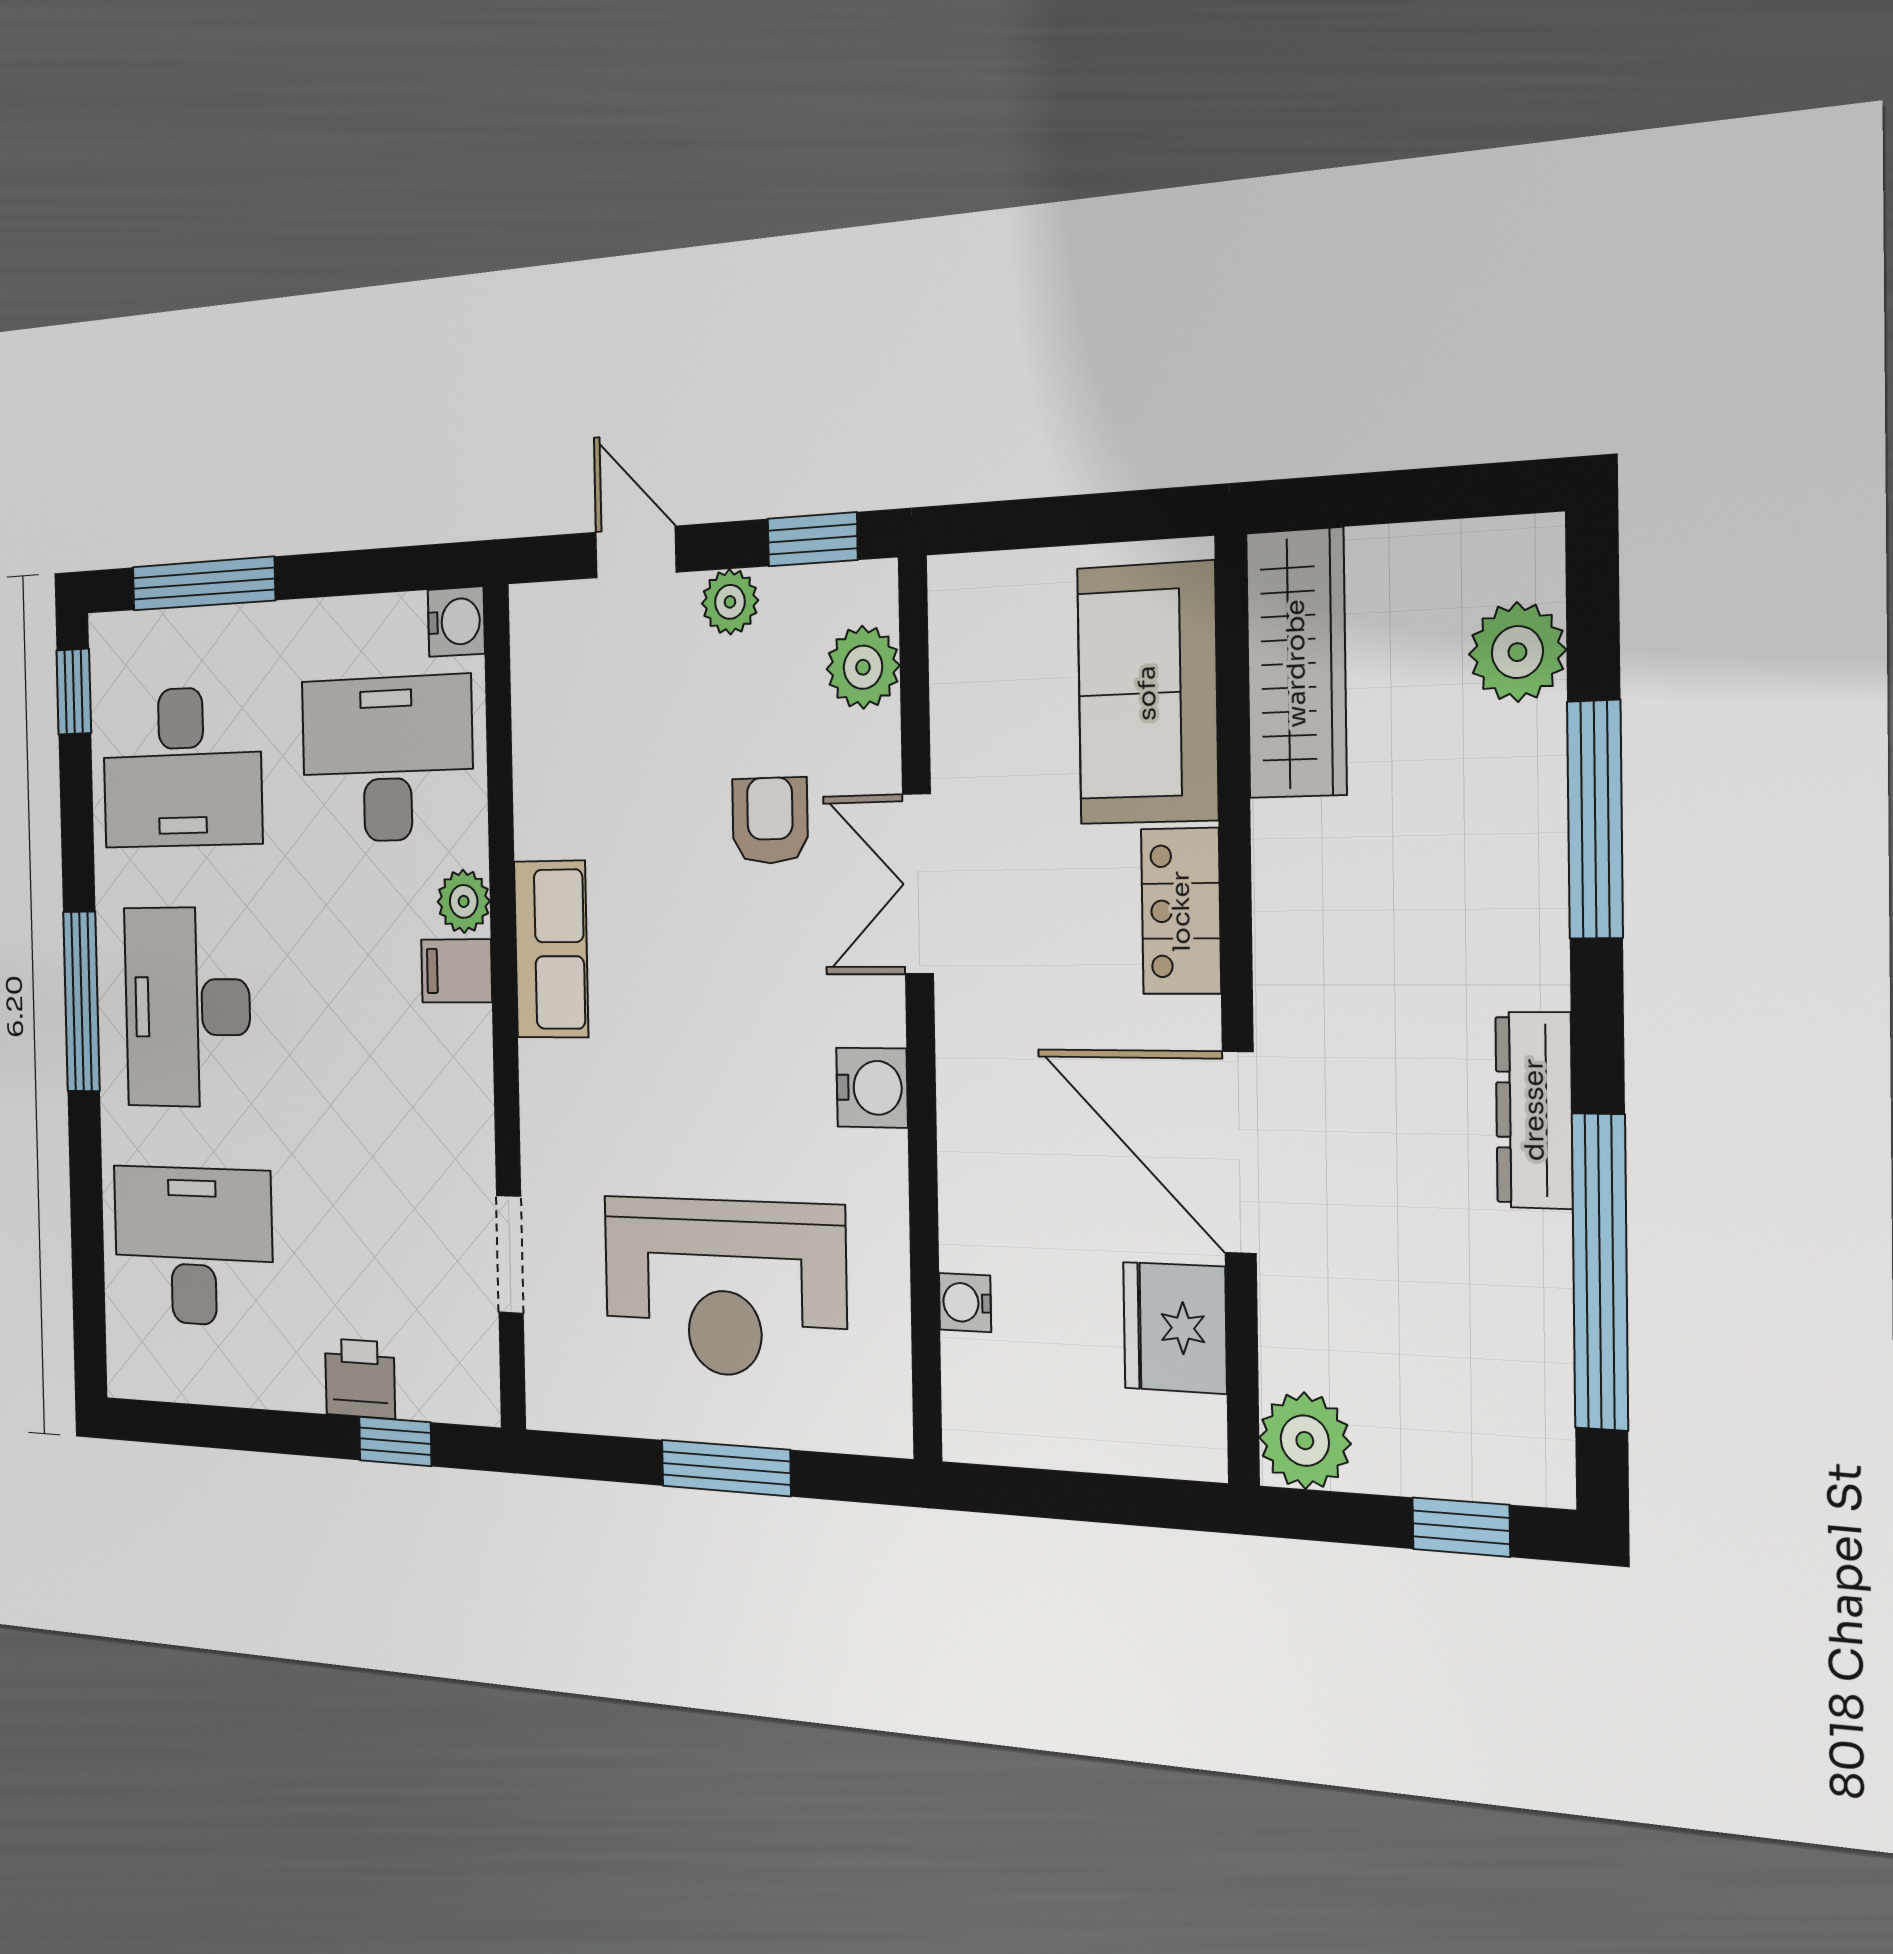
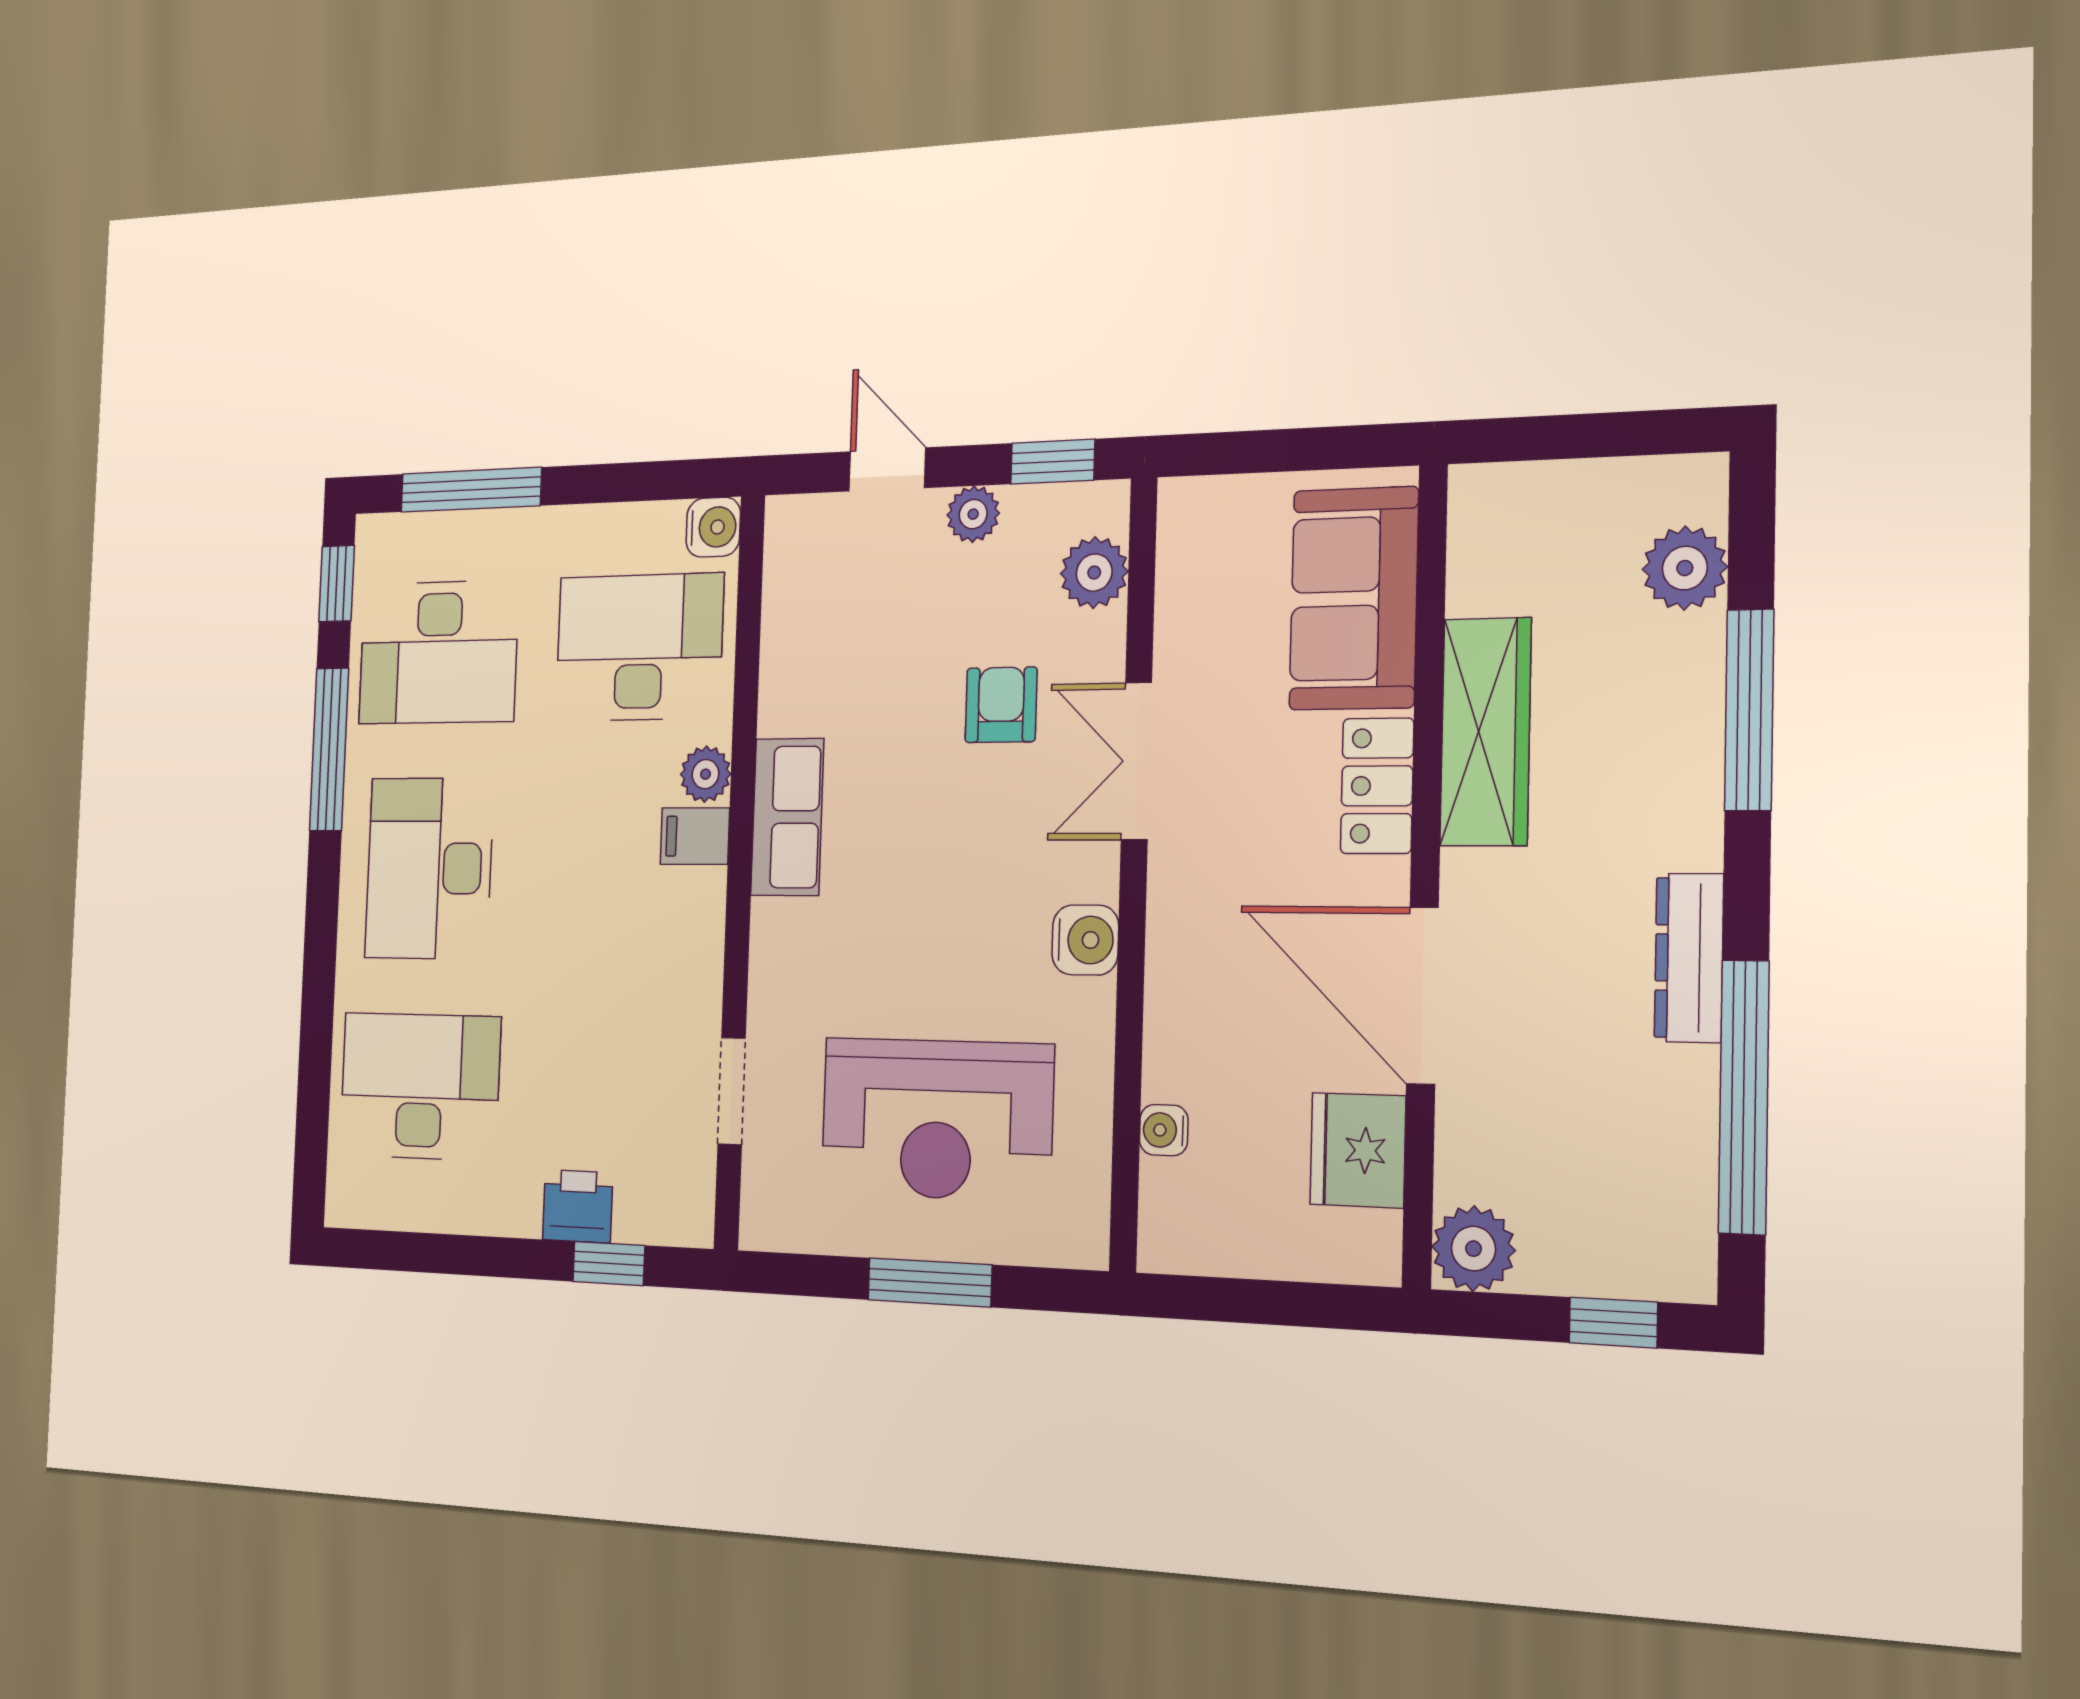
wardrobe: (1296, 663) -> (1486, 732), moved
window: (81, 1001) -> (329, 749), moved

